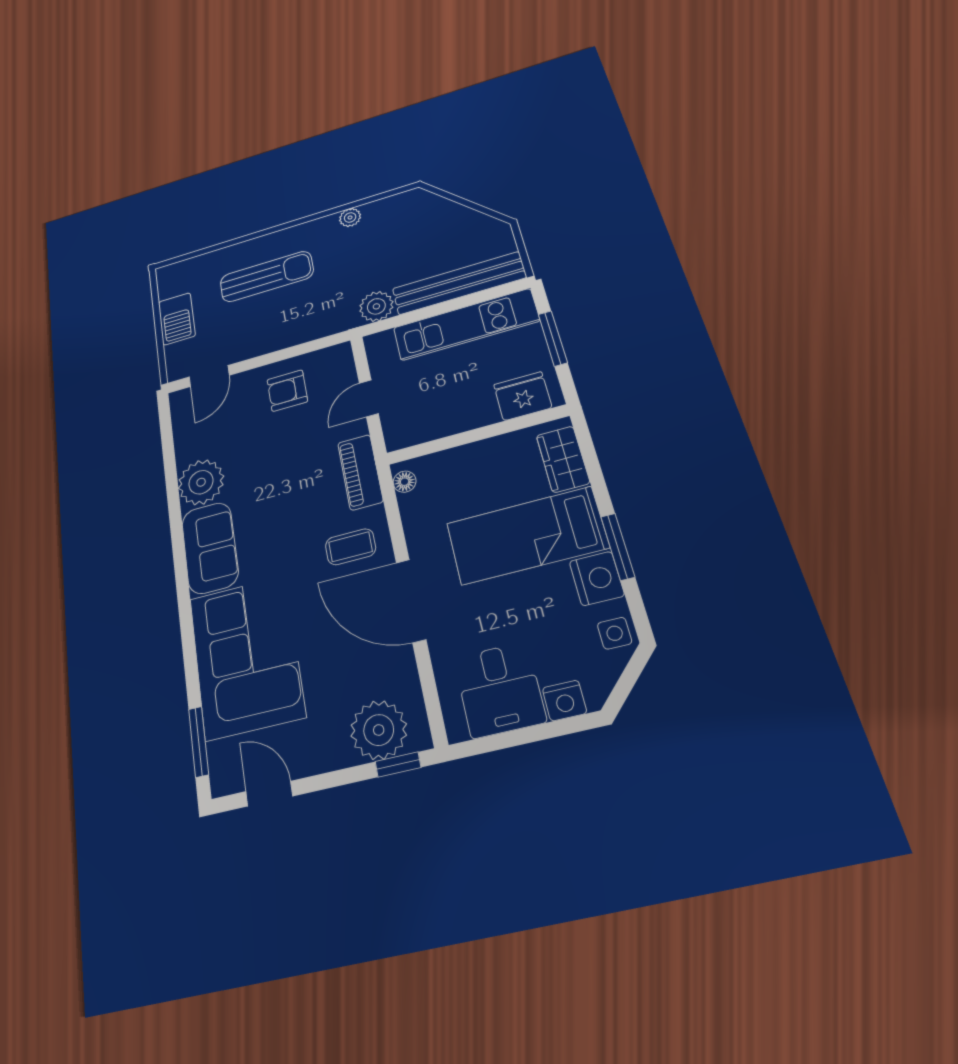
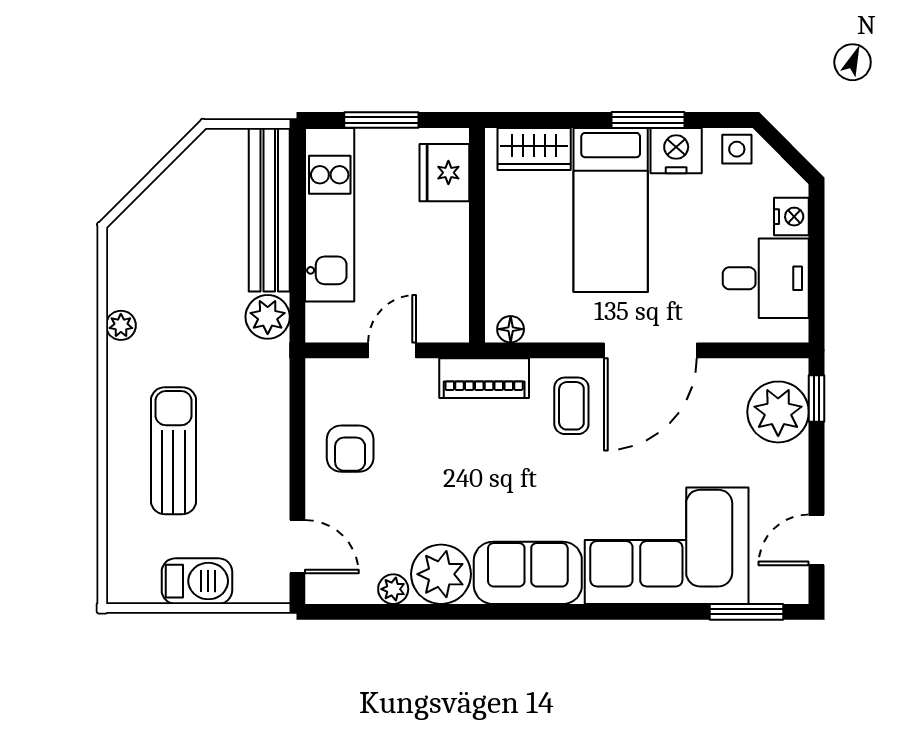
door: (369, 398) -> (392, 350), swing flipped
plant: (186, 451) -> (393, 589), added

